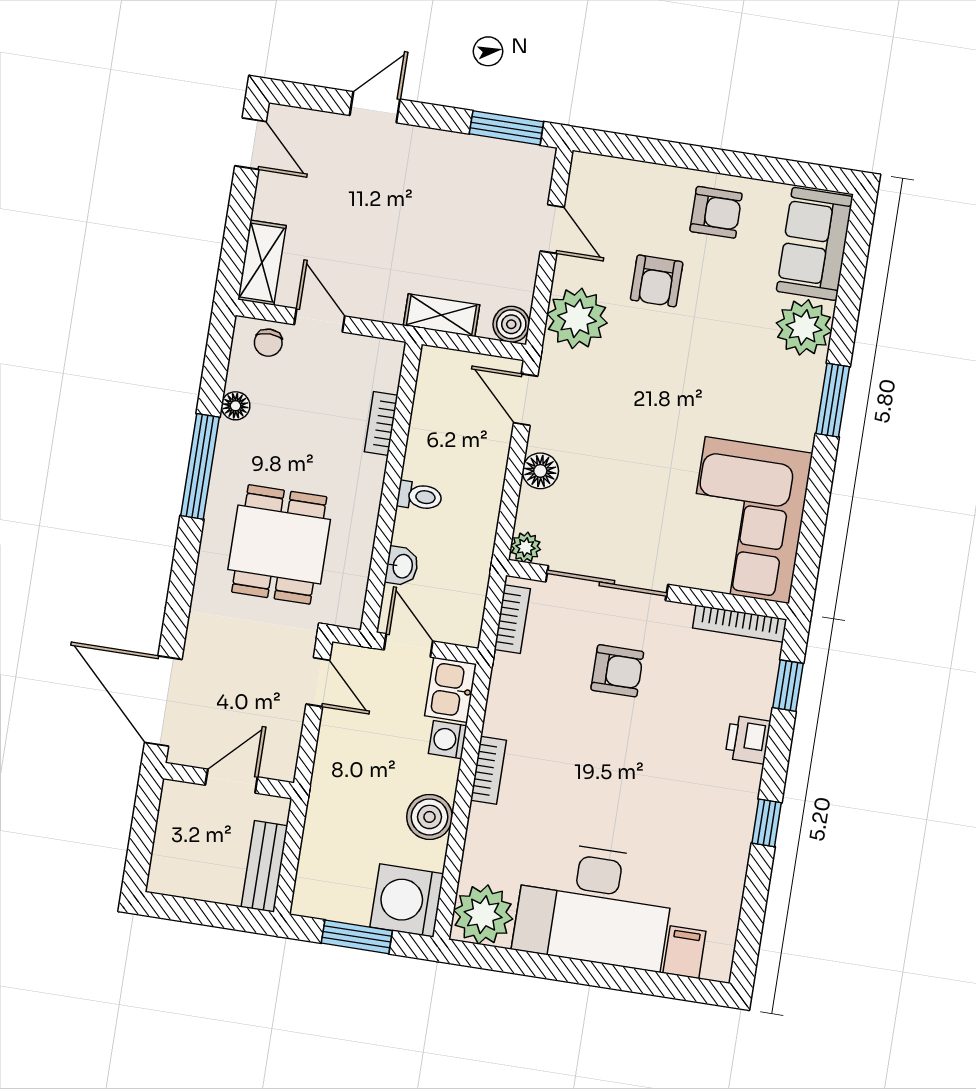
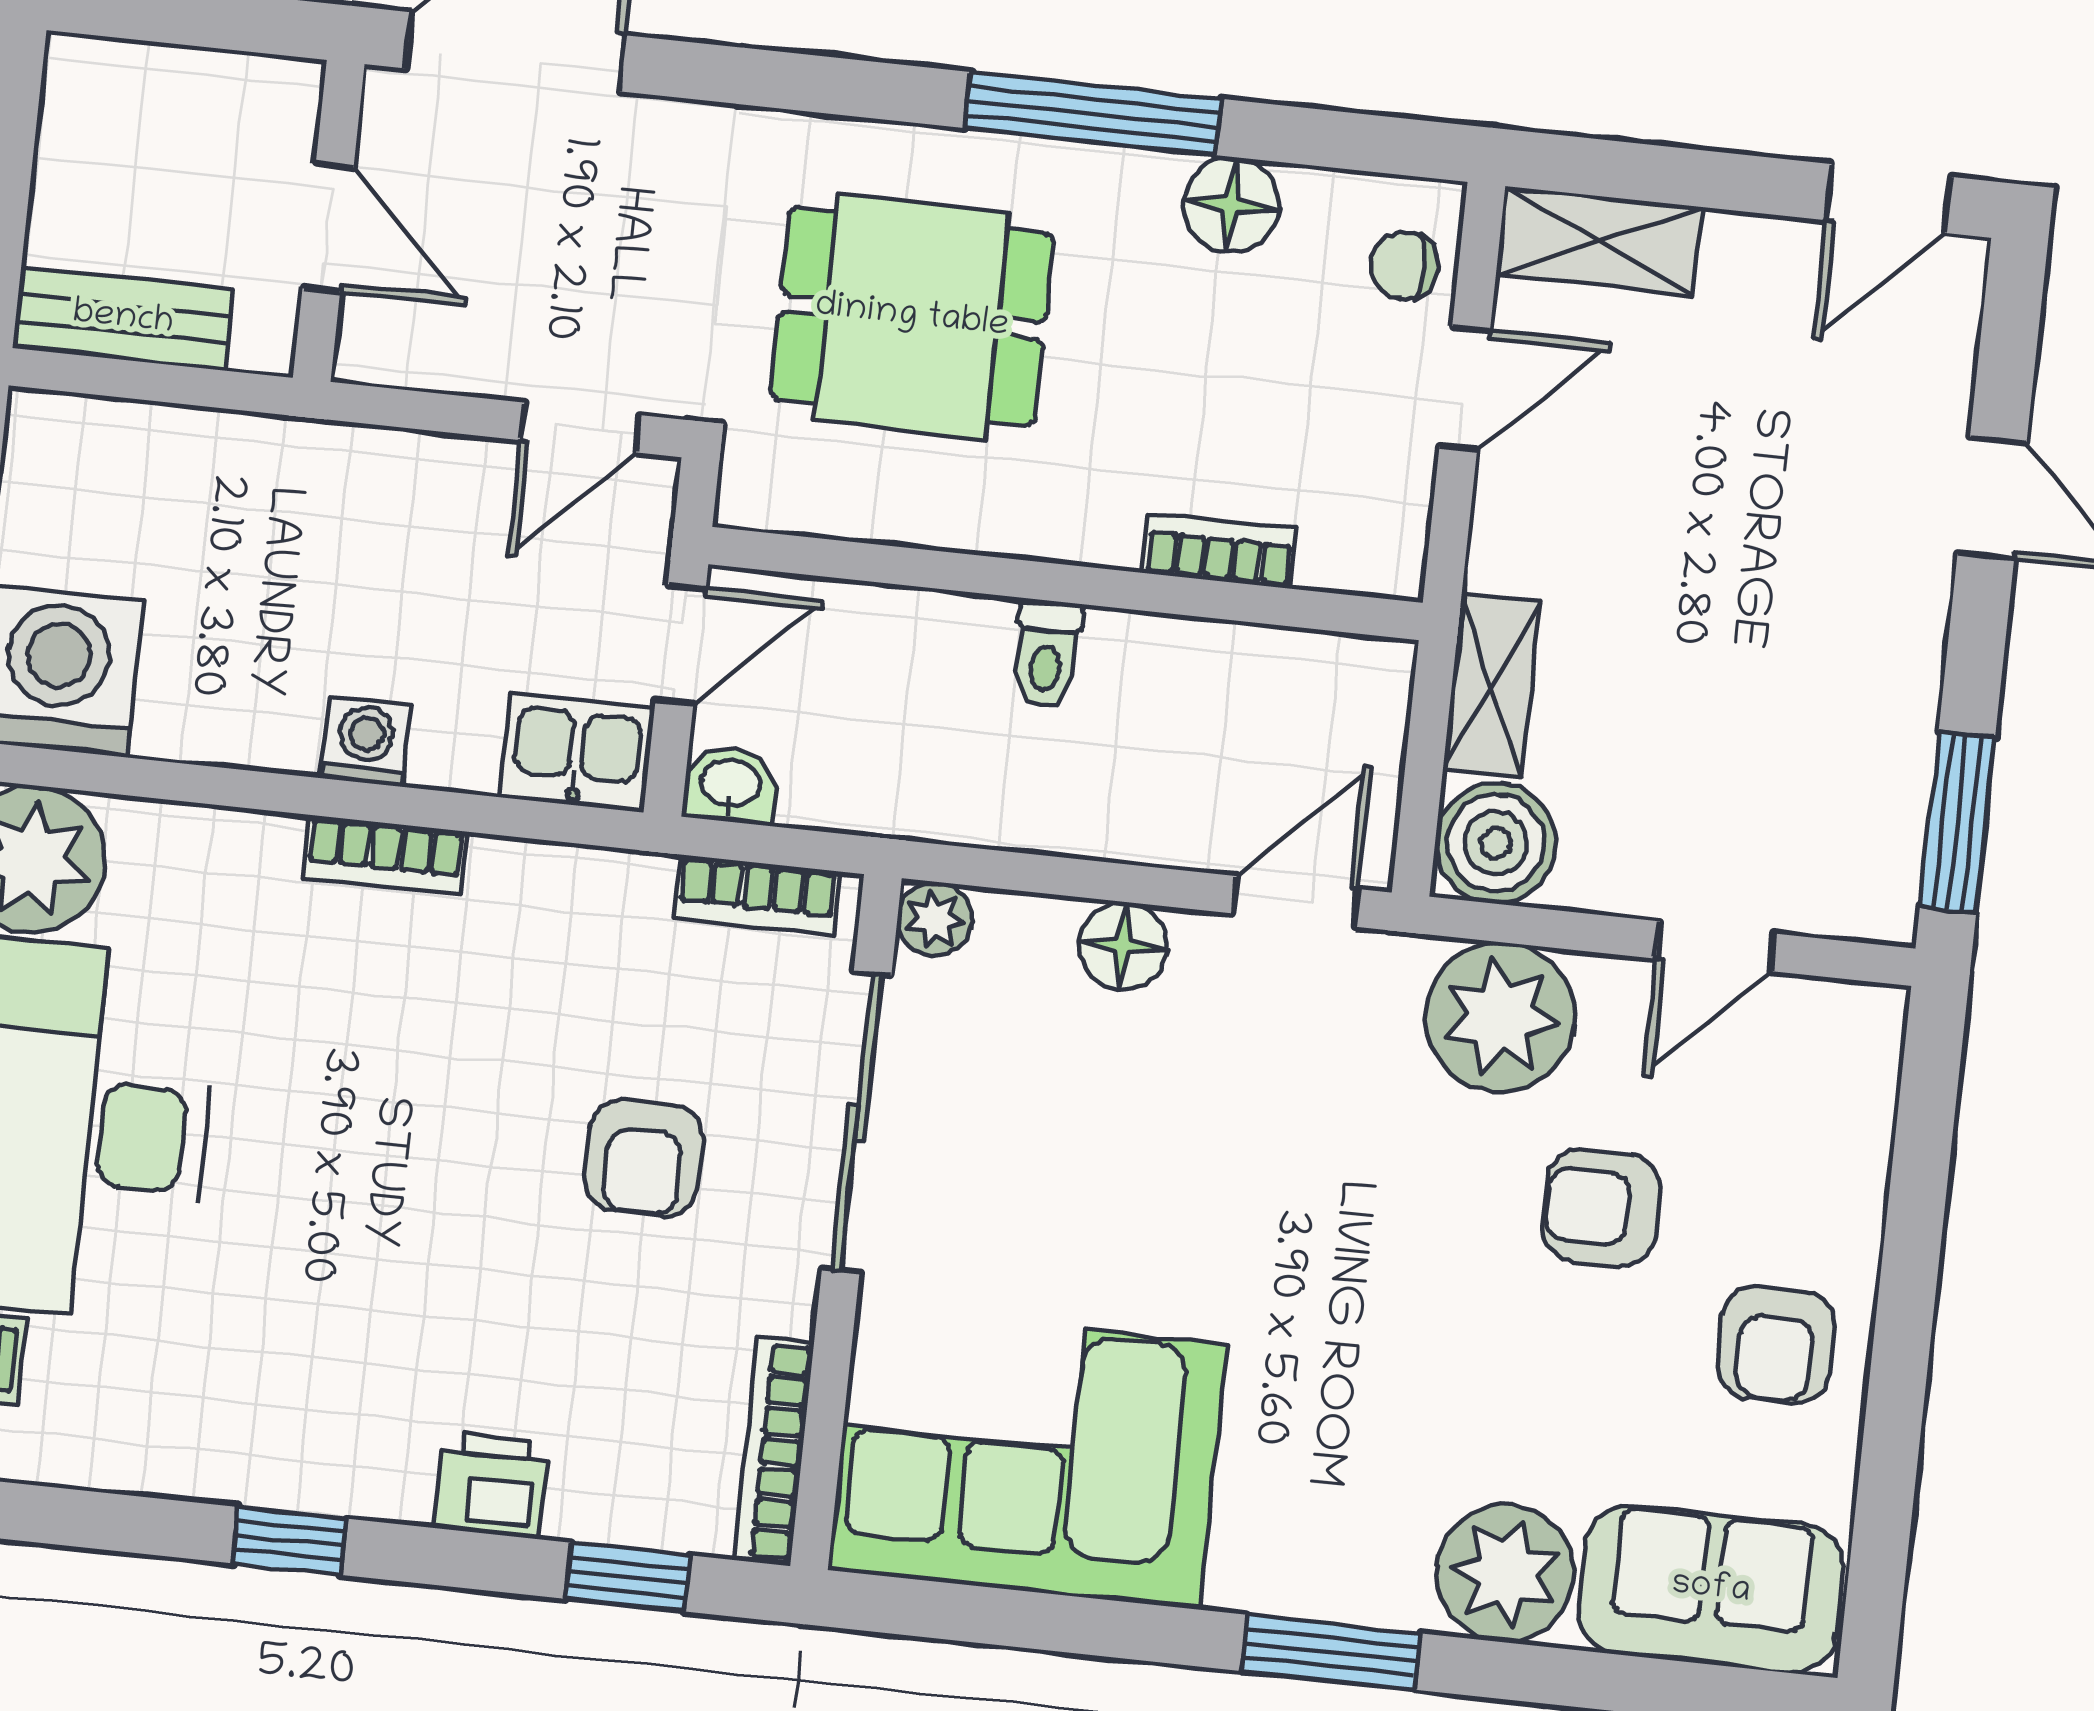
boiler: (511, 324) -> (1496, 843), width x1.36, depth x1.36
floor lamp: (236, 406) -> (1231, 205), width x1.37, depth x1.37
washbasin: (402, 566) -> (730, 785), moved, turned 180
washing machine: (448, 740) -> (366, 742), moved
boiler: (430, 817) -> (264, 716), removed

